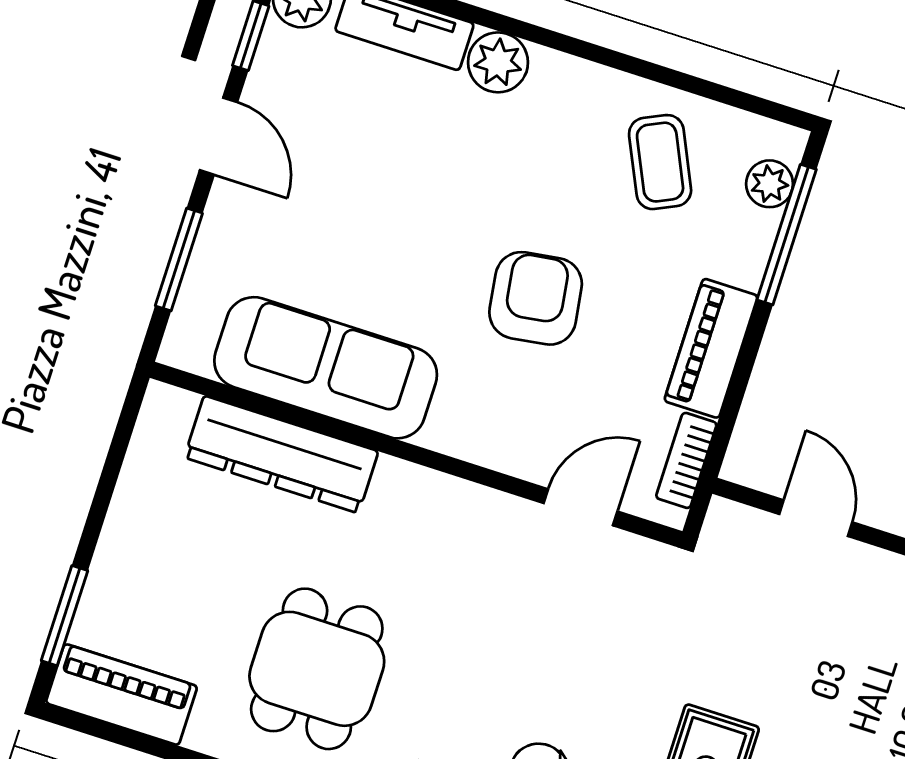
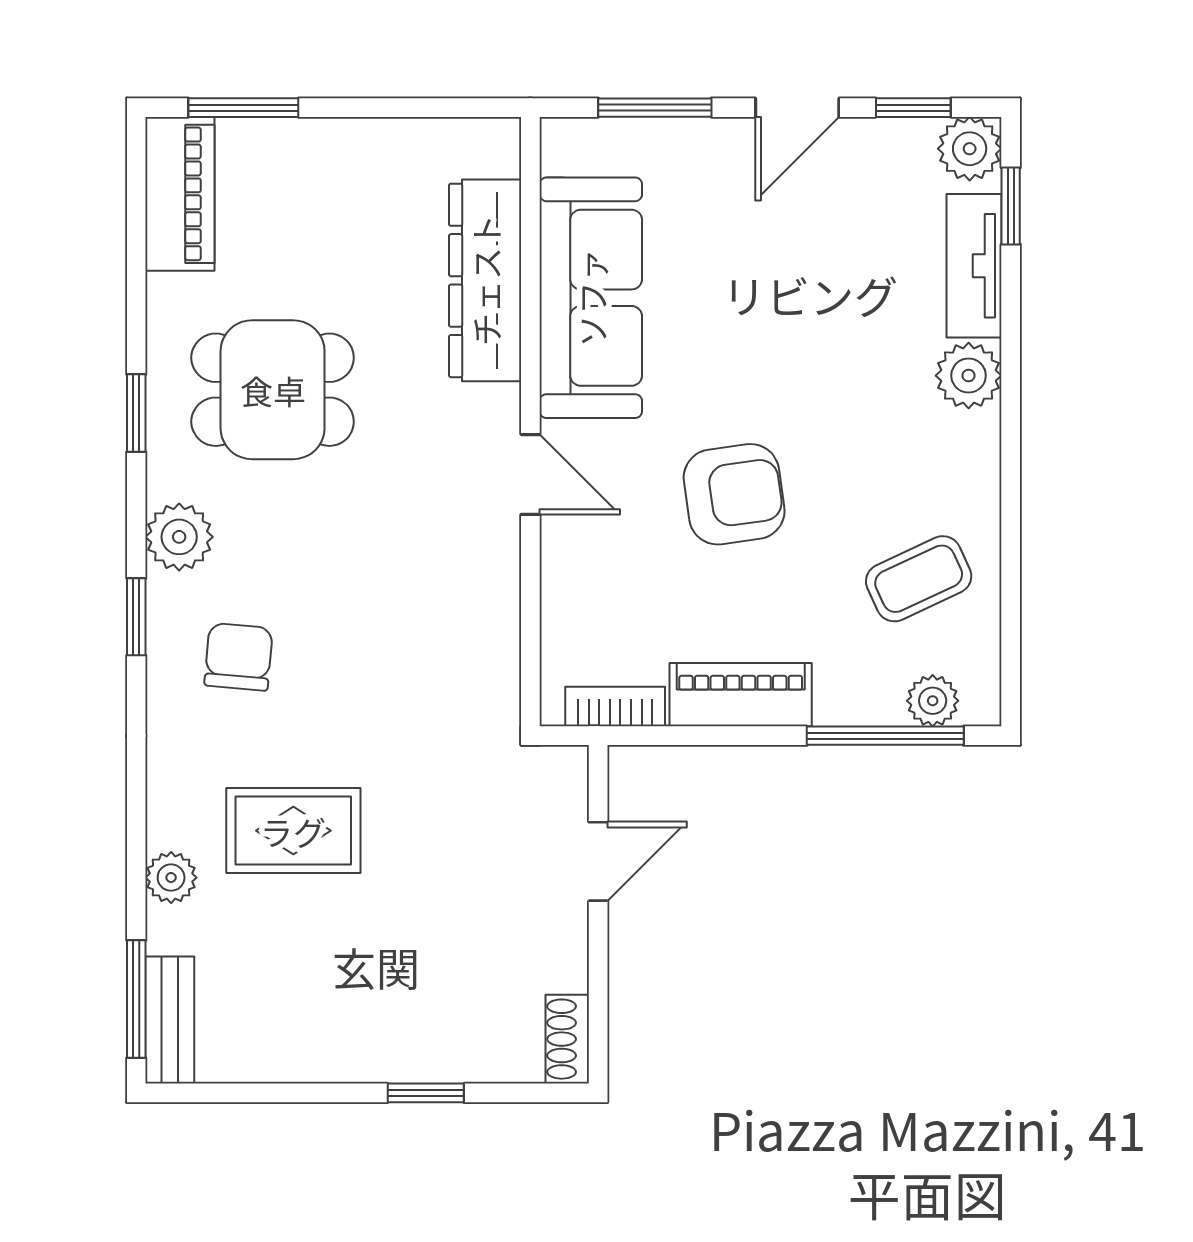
door: (581, 507) -> (530, 474), moved

